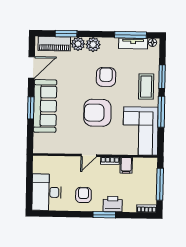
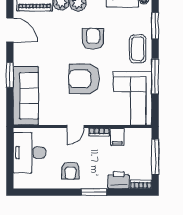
door: (31, 67) -> (10, 30), hinge flipped
window: (162, 77) -> (155, 26), moved
sofa: (45, 106) -> (26, 96), moved
desk: (47, 192) -> (29, 153), moved
armchair: (83, 195) -> (70, 171), turned 180
printer: (113, 204) -> (119, 180), moved

